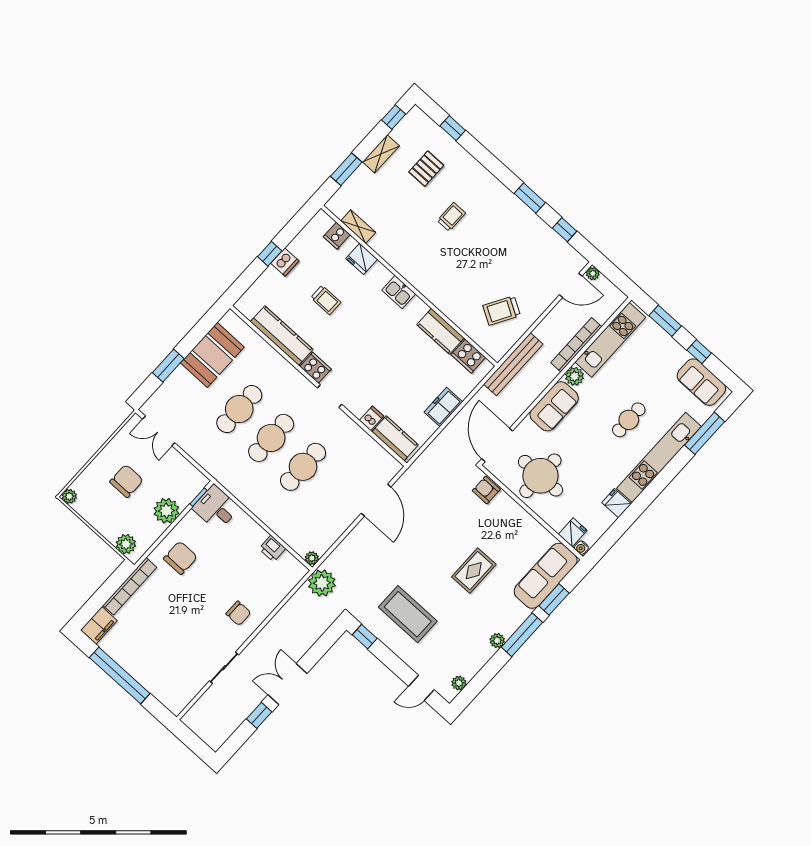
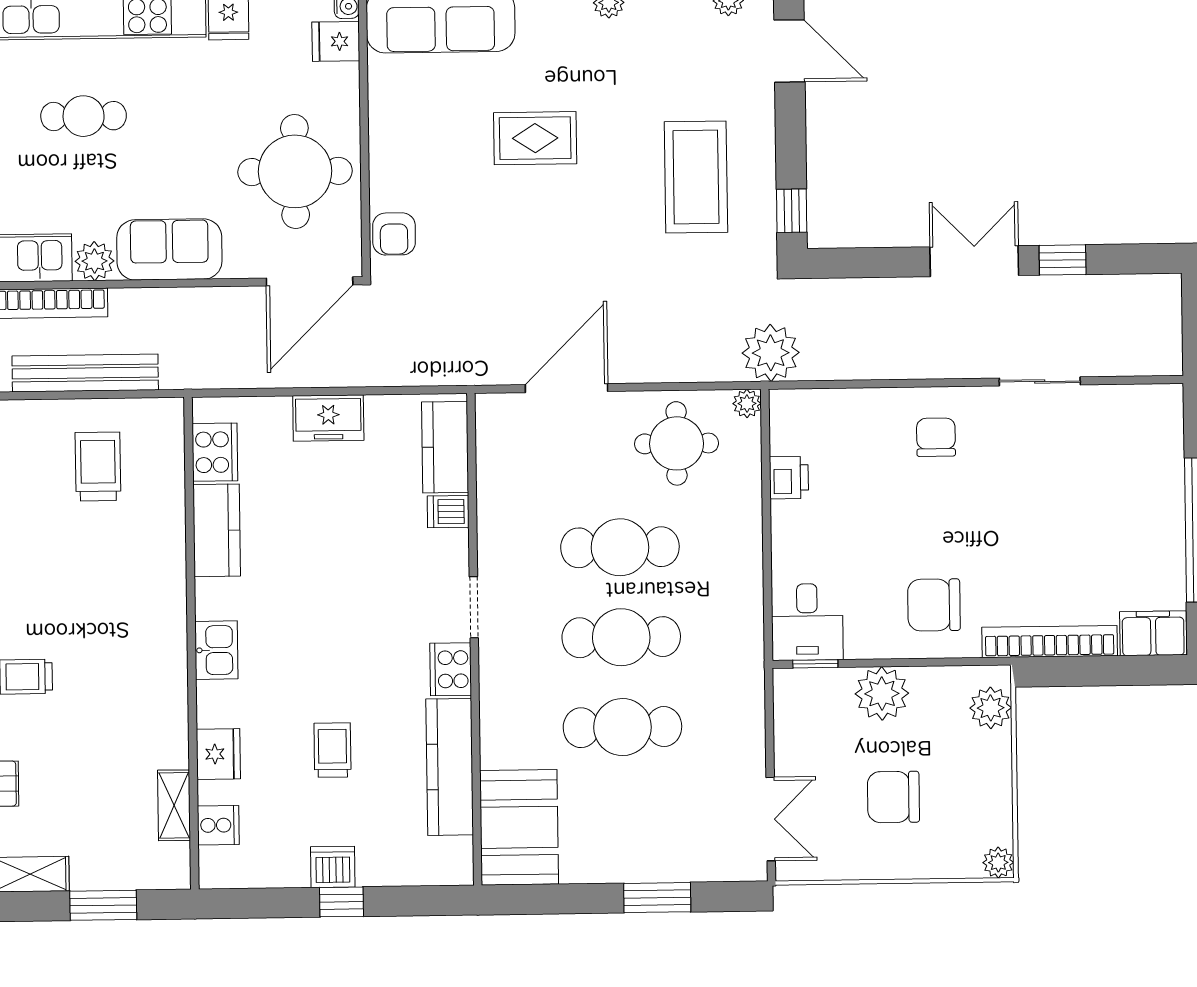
trolley: (501, 311) -> (98, 467), turned -120
booth: (212, 355) -> (519, 827), moved, turned 90
bench: (513, 364) -> (85, 373), moved
round table: (321, 520) -> (677, 443), added
double door: (288, 684) -> (974, 261), swing flipped
door: (421, 688) -> (789, 51), width x1.38

